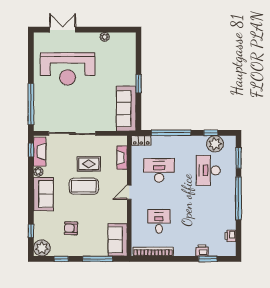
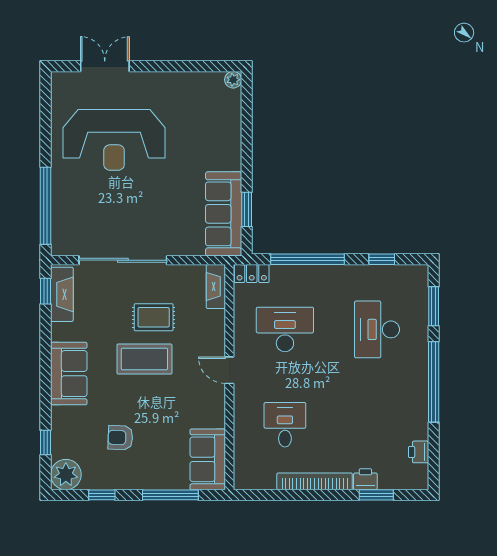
plant: (105, 37) -> (233, 80), moved
window: (139, 84) -> (247, 209), moved
plant: (215, 144) -> (390, 280), removed
fireplace: (122, 158) -> (216, 286), moved
plant: (38, 172) -> (59, 332), removed
door: (129, 192) -> (229, 370), hinge flipped
bookcase: (153, 252) -> (315, 481), moved

